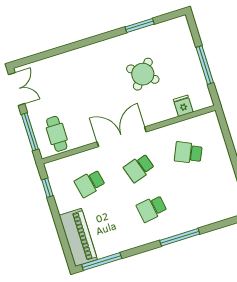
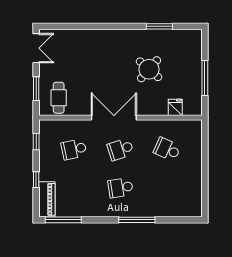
window: (30, 132) -> (36, 89), width x0.69
window: (60, 228) -> (36, 180), added
piano: (78, 237) -> (47, 199), width x0.73, depth x0.75

